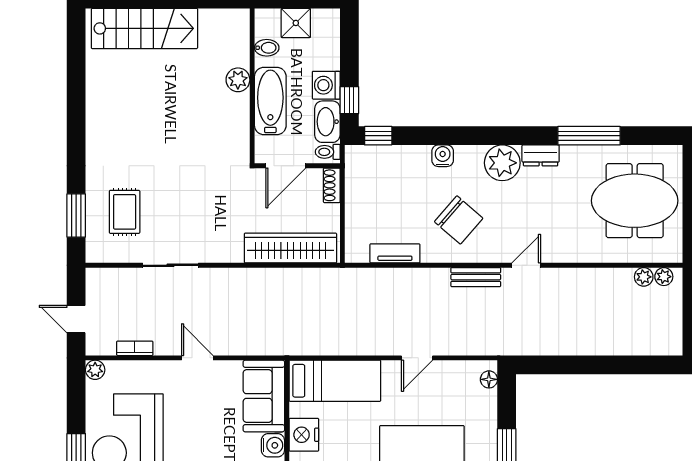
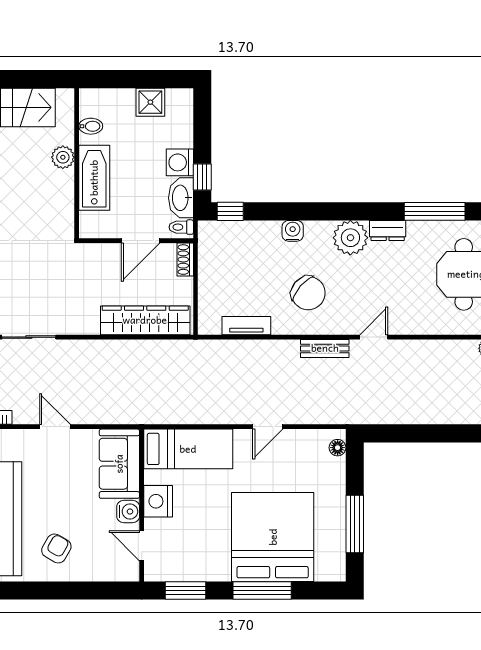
bidet: (267, 48) -> (91, 126), moved
plant: (238, 80) -> (63, 157), moved
wall: (252, 86) -> (77, 163), moved
bathtub: (270, 101) -> (94, 178), moved

